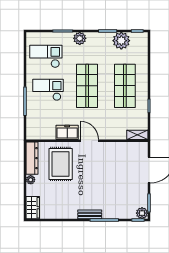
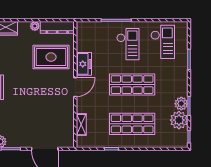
plant: (80, 38) -> (181, 104), moved
shelving: (137, 135) -> (81, 125), moved

